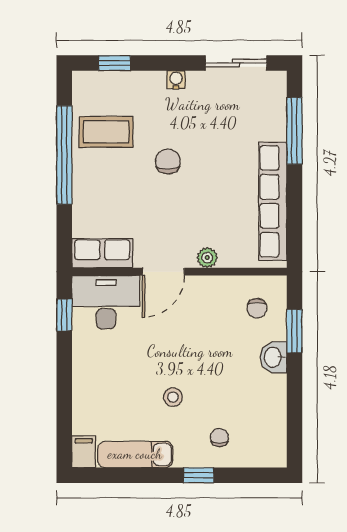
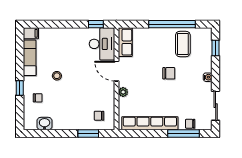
chair: (274, 117) -> (190, 124), added
washbasin: (274, 357) -> (45, 124), moved

